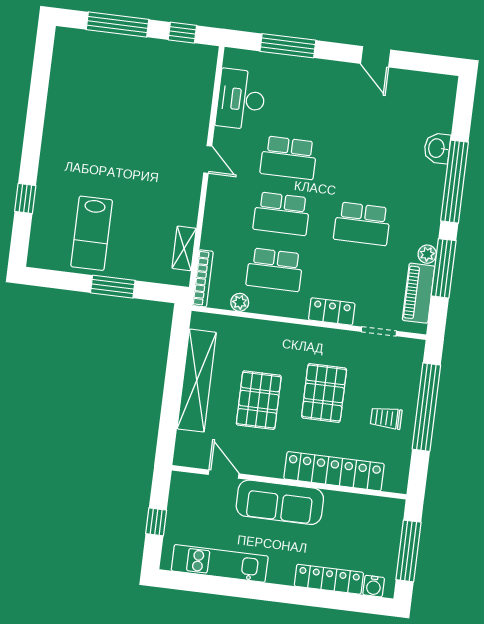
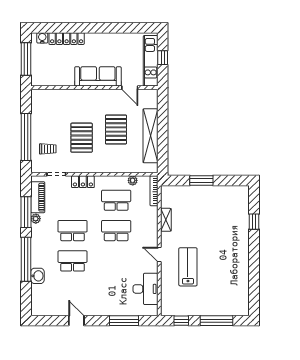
school desk: (289, 158) -> (72, 261), moved
lab bench: (92, 233) -> (188, 267), moved
shelving: (184, 248) -> (166, 220), moved
trolley: (386, 418) -> (48, 149), moved
locker: (334, 471) -> (71, 97), removed
kitchen unit: (220, 563) -> (151, 61), moved, turned 90

